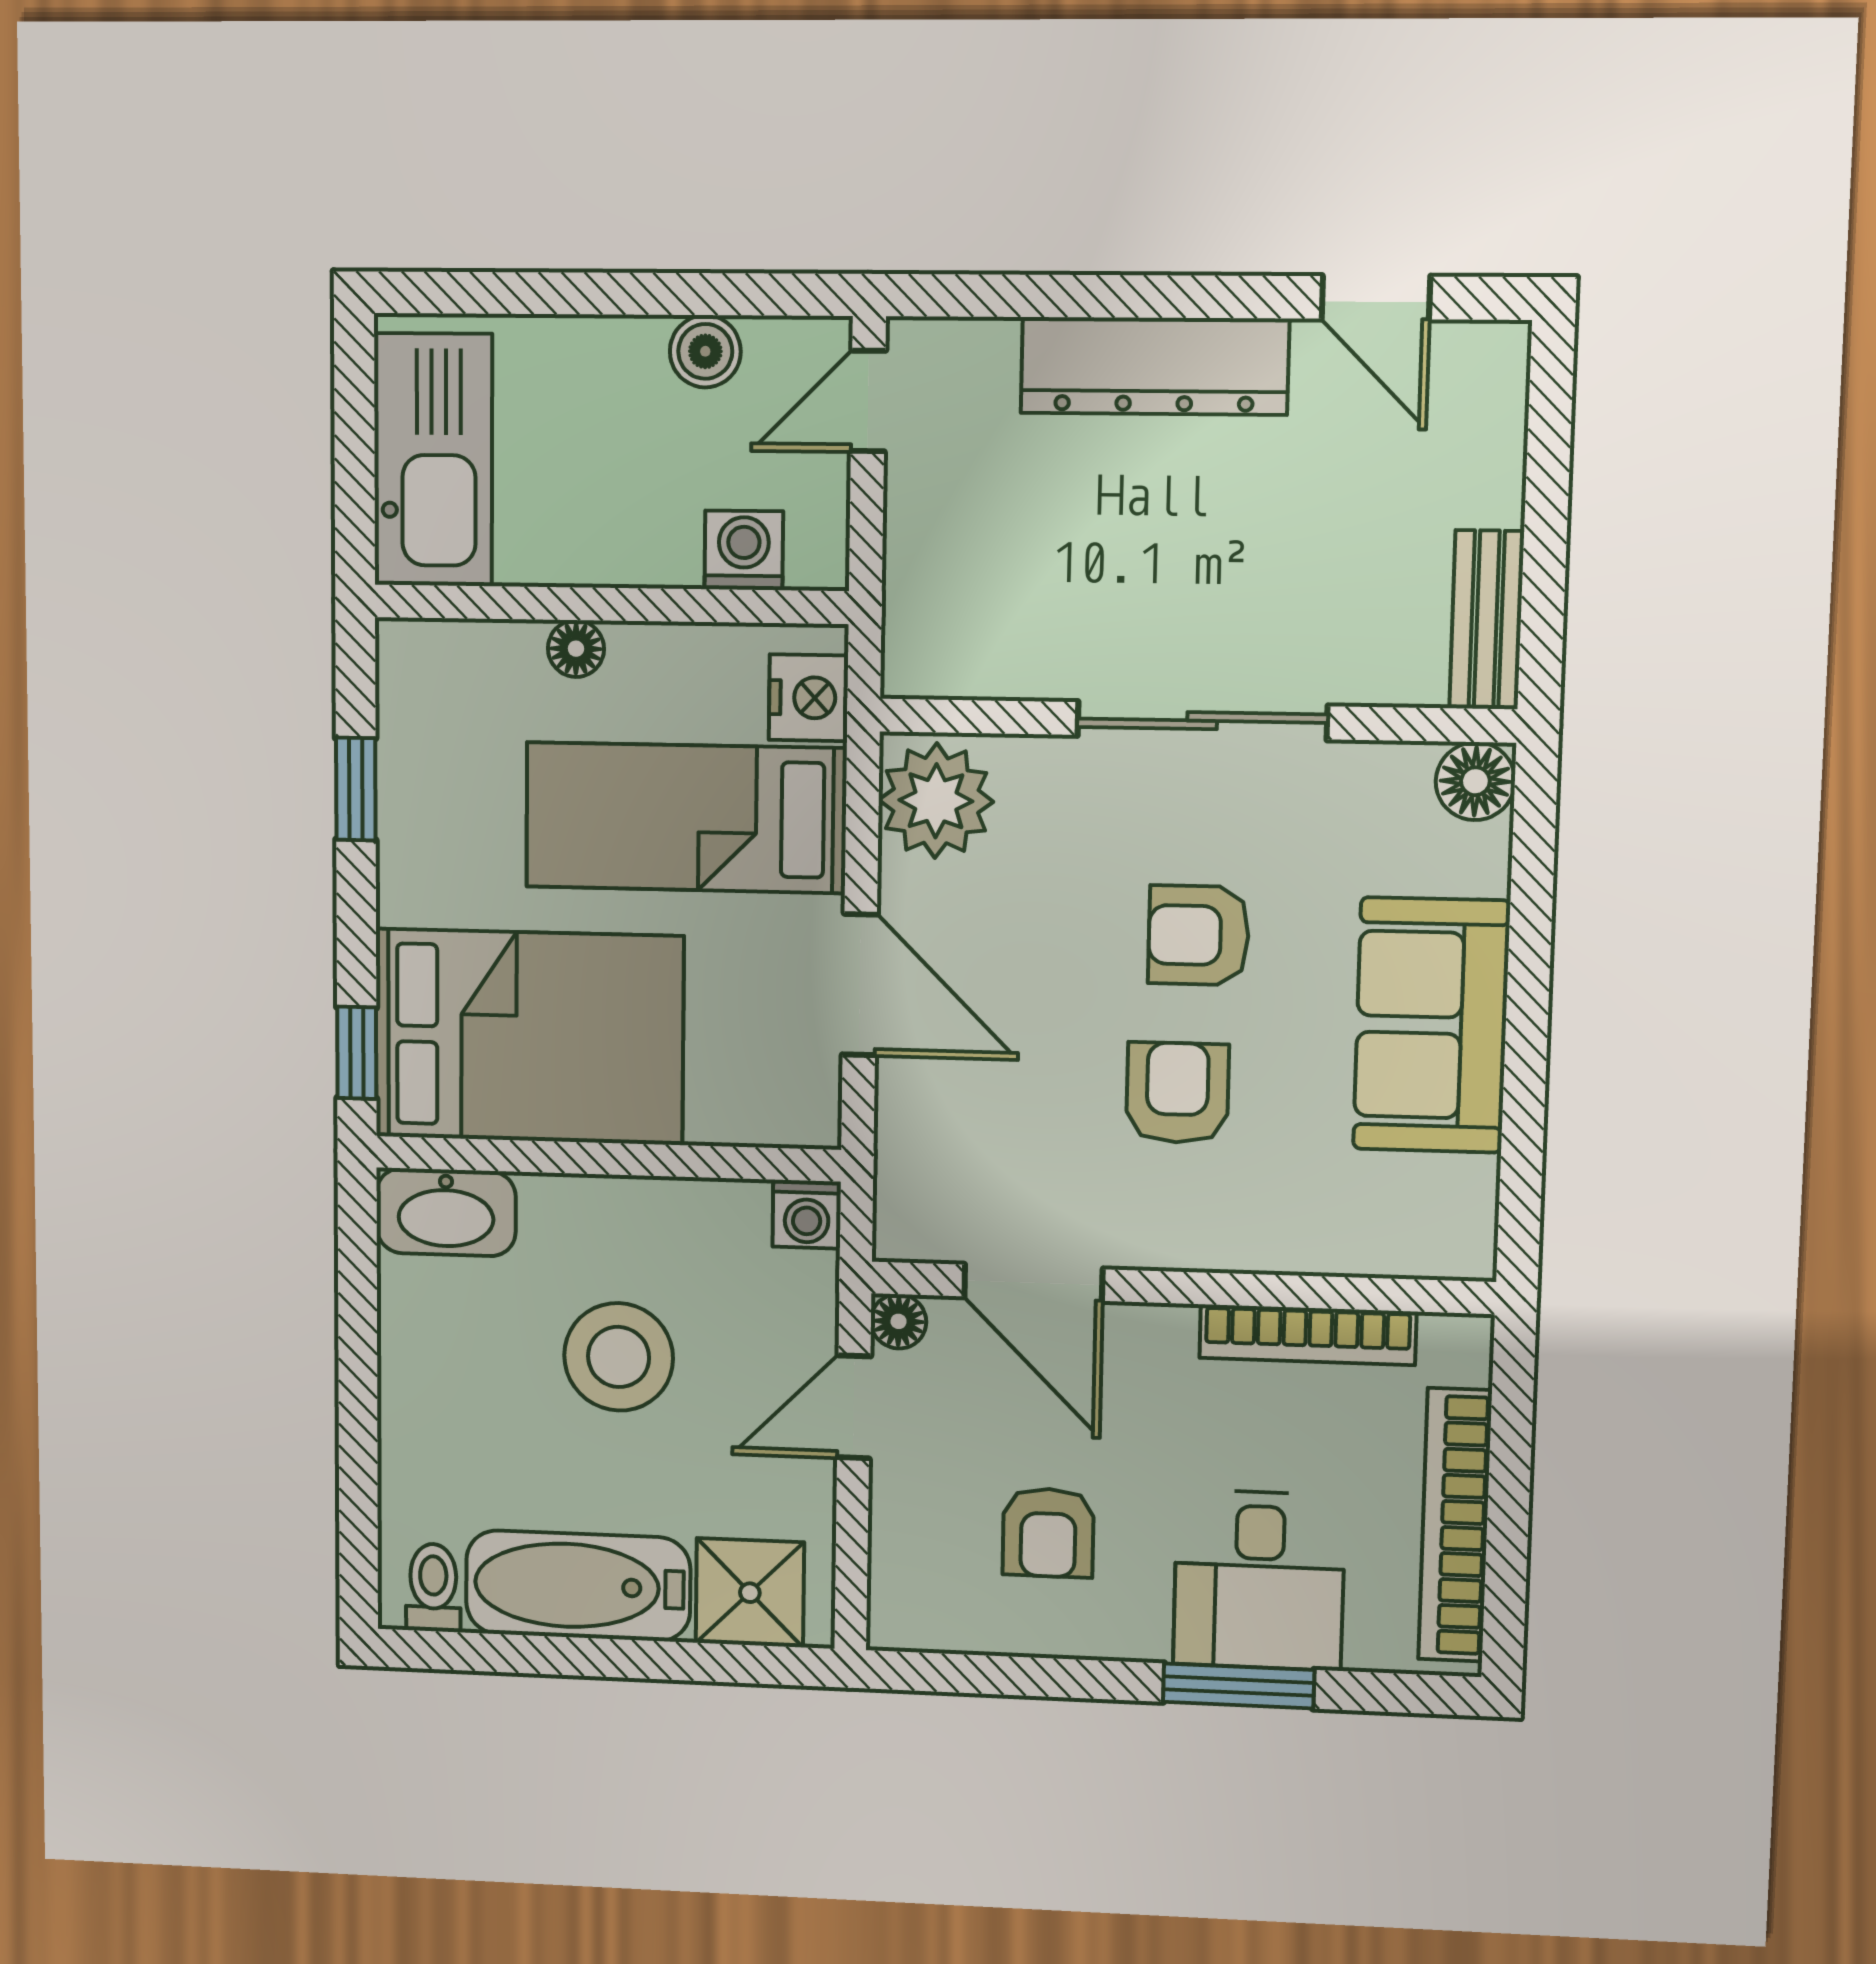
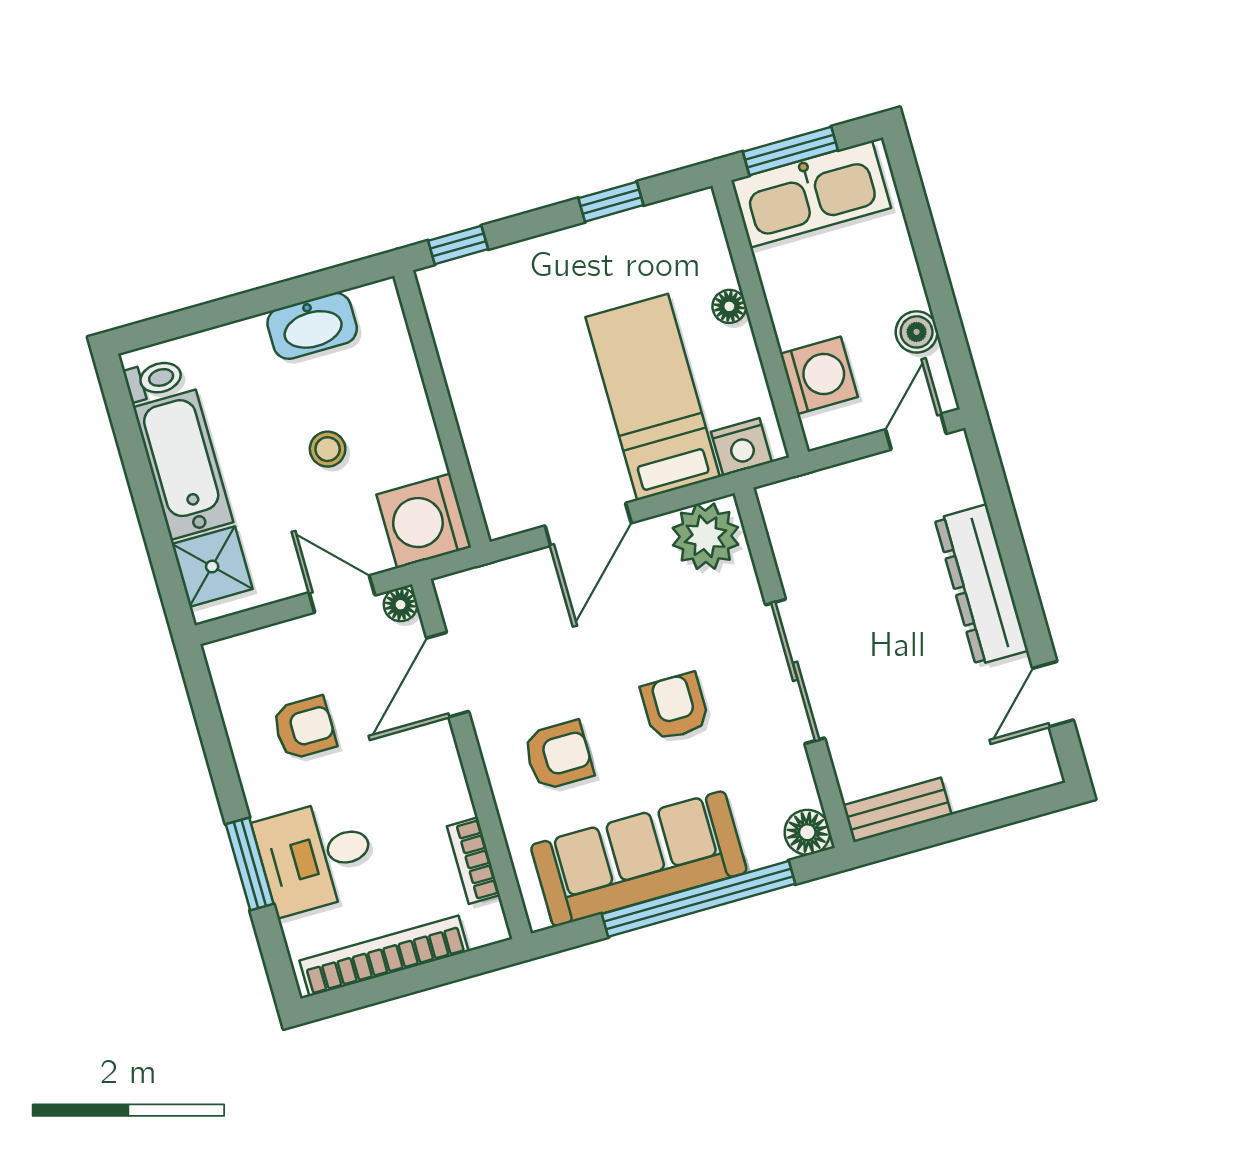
door: (868, 401) -> (916, 432), hinge flipped
window: (355, 473) -> (790, 151), added
washing machine: (744, 550) -> (819, 375), width x1.38, depth x1.38
window: (1528, 994) -> (698, 899), added
sofa: (1431, 1025) -> (639, 859), width x1.36
bed: (529, 1037) -> (499, 343), removed
armchair: (1177, 1093) -> (558, 755), moved
washbasin: (446, 1212) -> (312, 326), moved, turned -90
washing machine: (807, 1214) -> (424, 521), width x1.89, depth x1.89
bookcase: (1308, 1335) -> (473, 861), width x0.64
stool: (619, 1357) -> (328, 449), width x0.53, depth x0.53
armchair: (1048, 1533) -> (304, 728), turned 180

